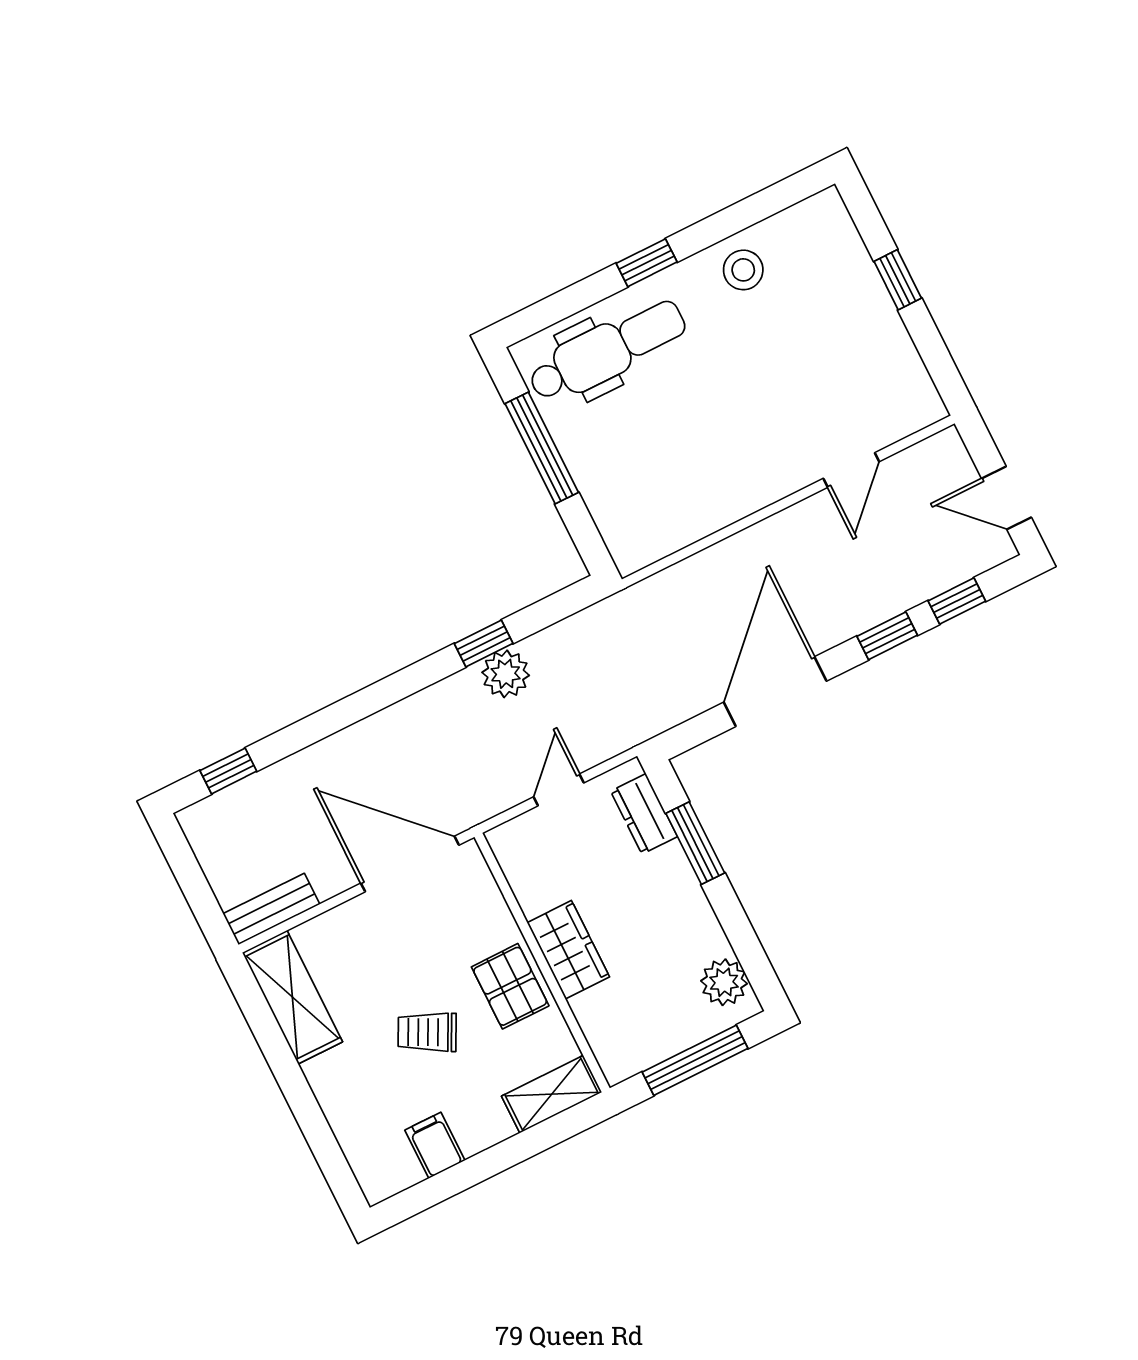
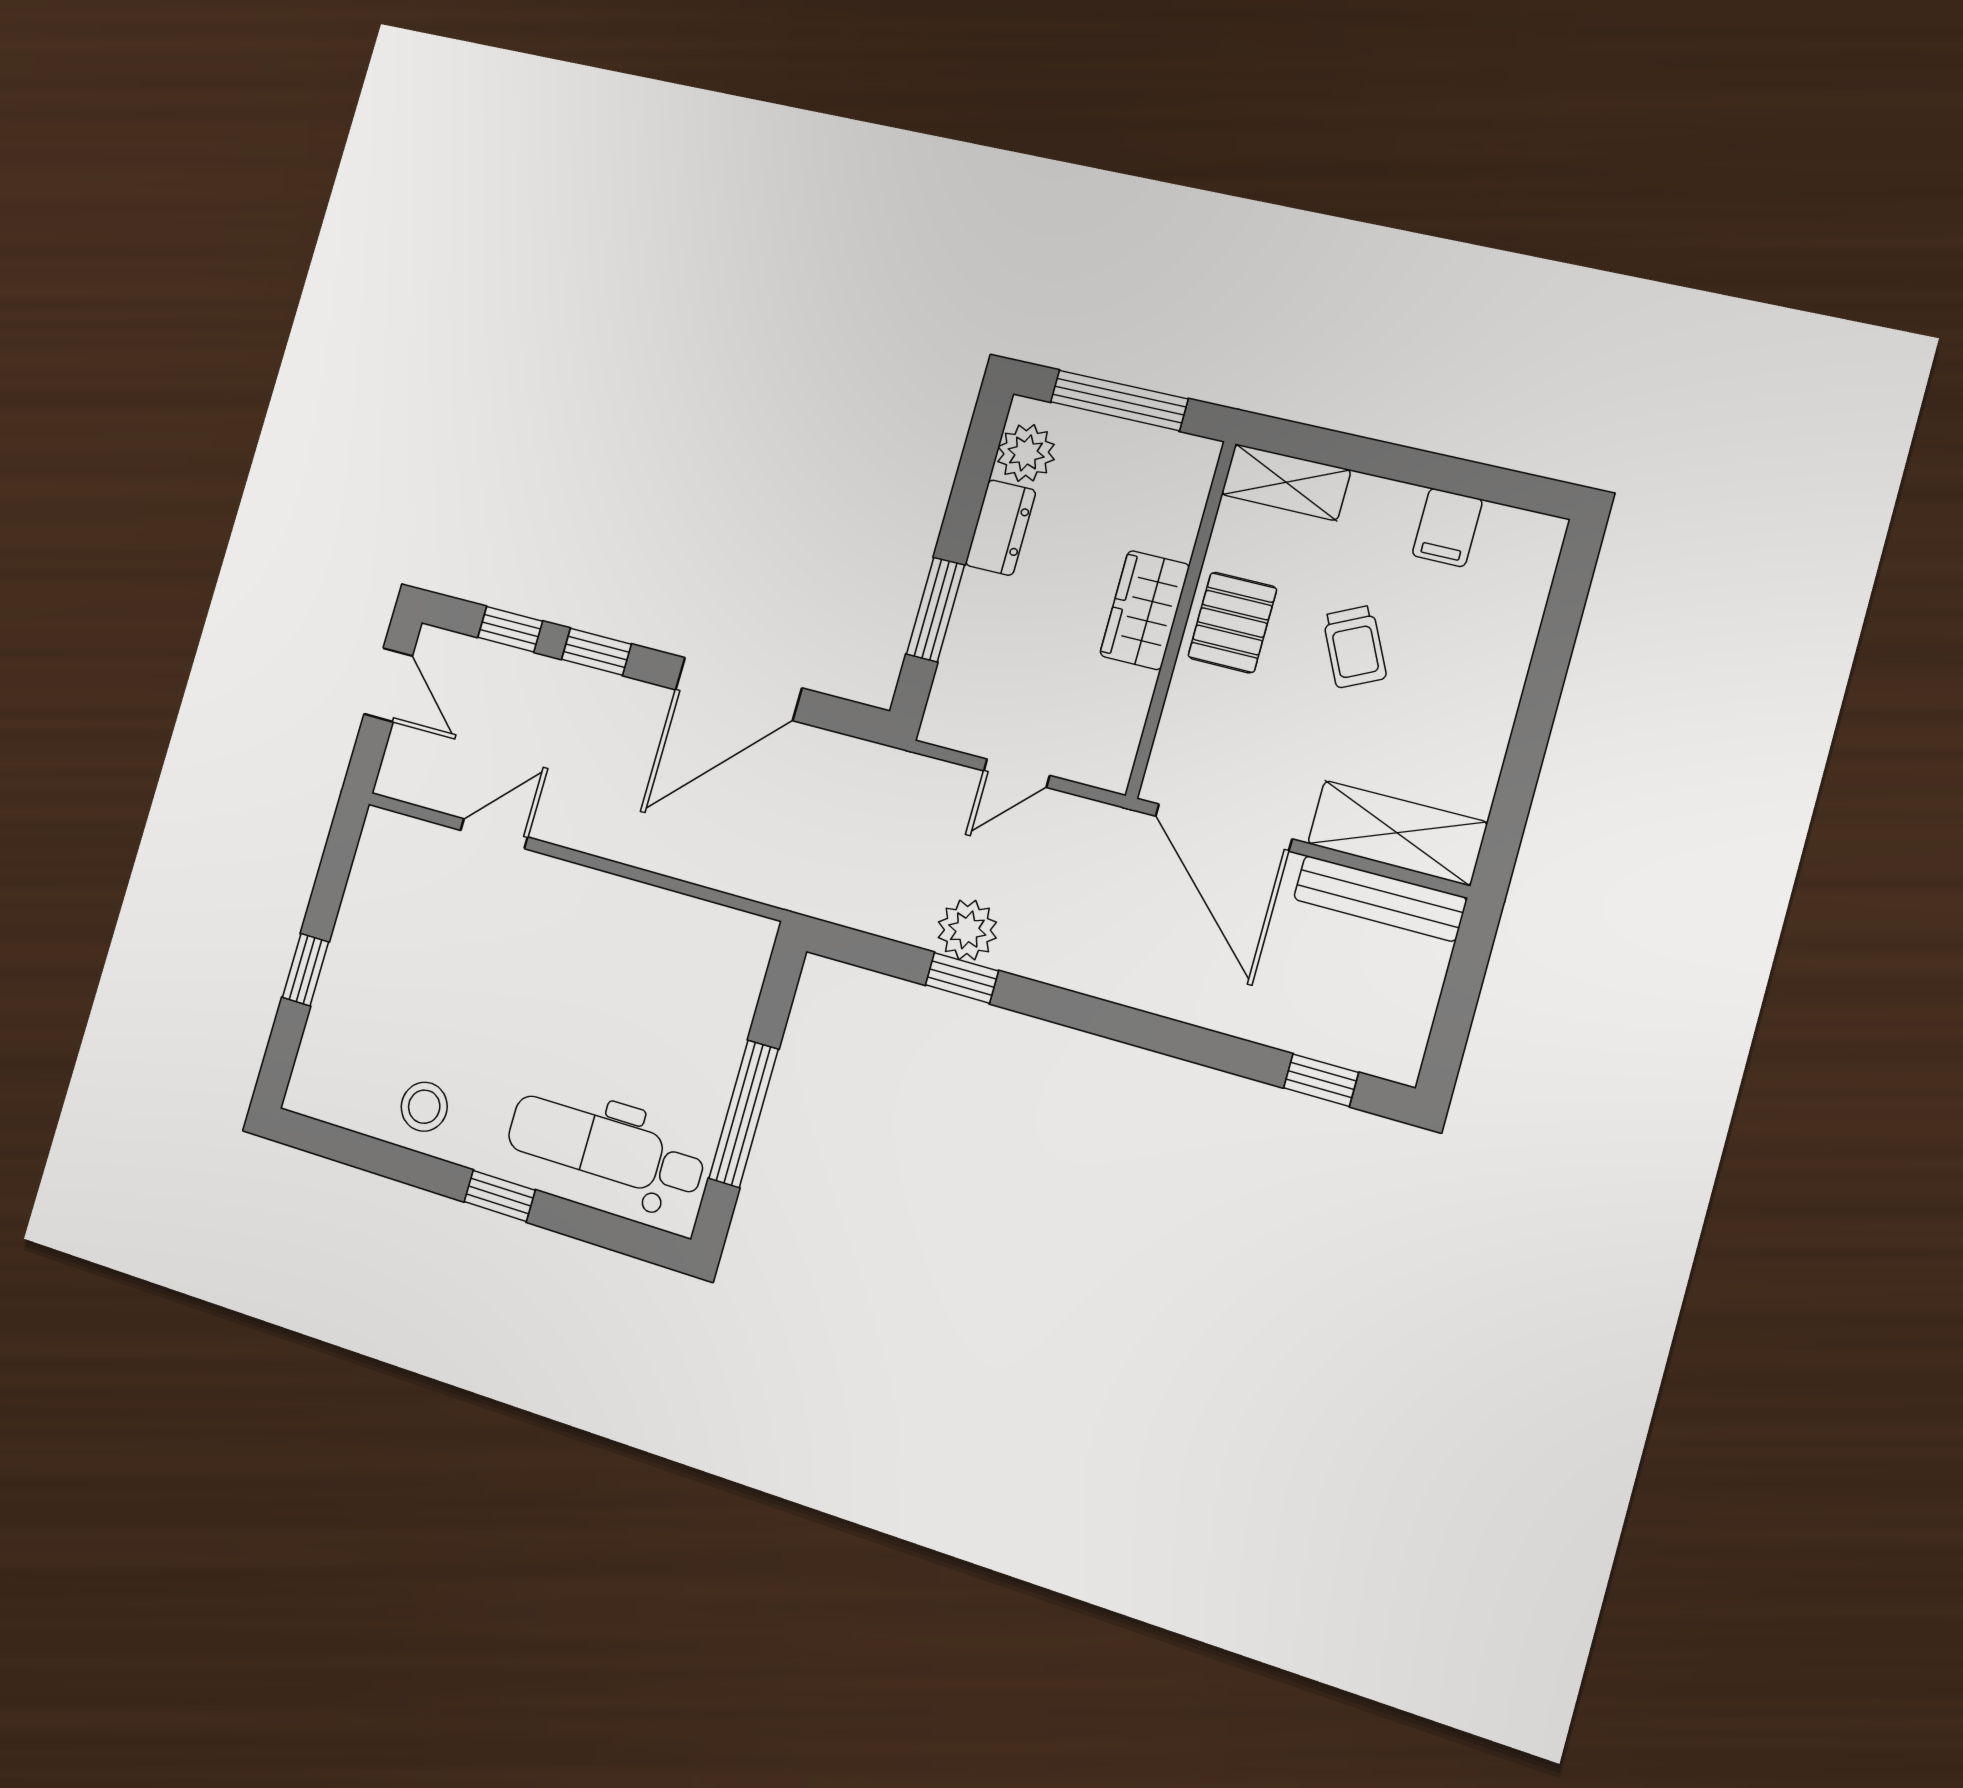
dresser: (644, 814) -> (1001, 528), moved
bench: (271, 909) -> (1380, 898), width x1.36
shelving: (292, 997) -> (1397, 833), moved, turned 90
trolley: (427, 1032) -> (1354, 647), turned 37

